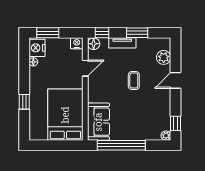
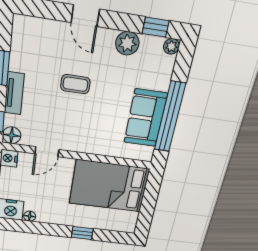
plant: (164, 57) -> (127, 43), moved
door: (85, 68) -> (47, 152), swing flipped
sofa: (98, 122) -> (146, 118), moved, turned -90

